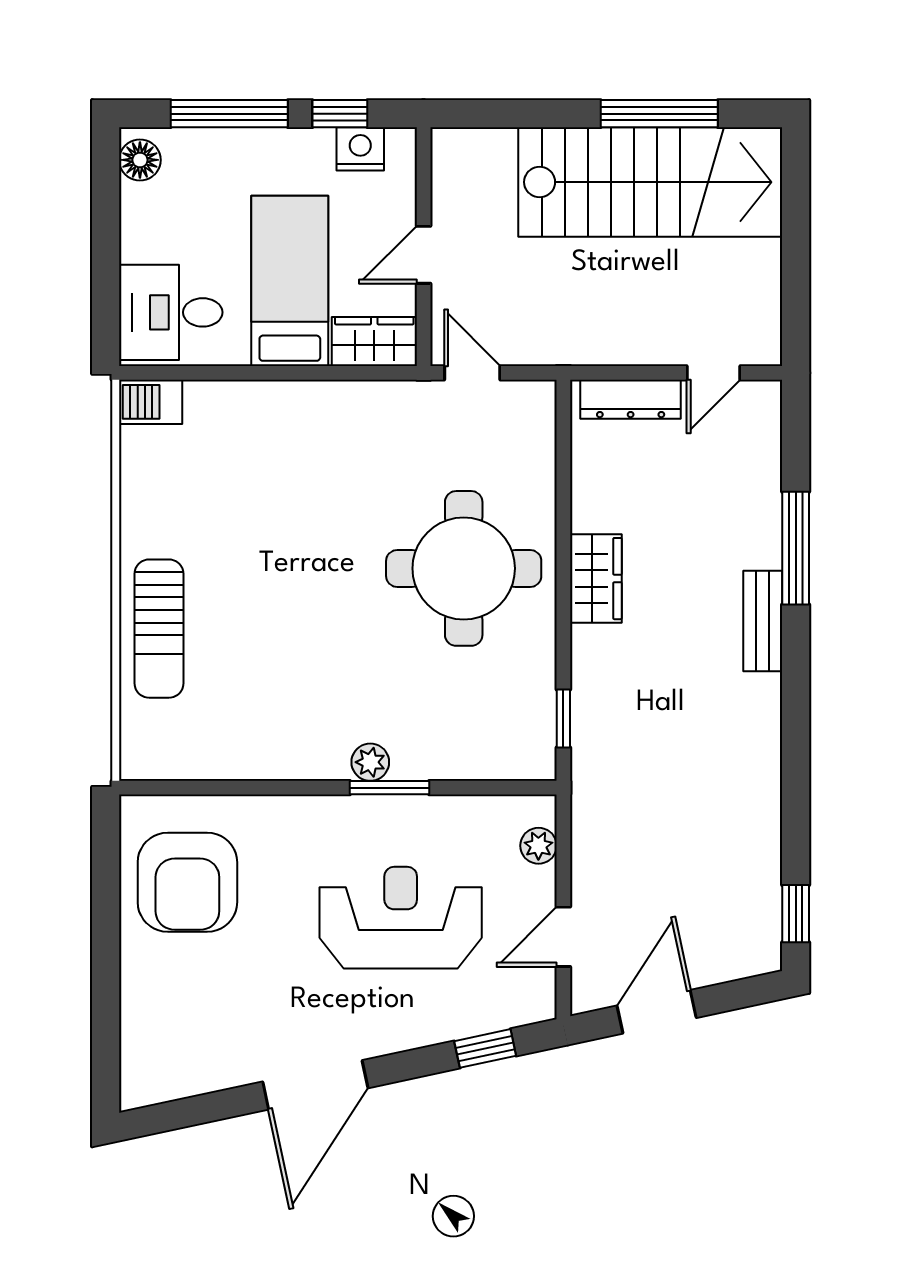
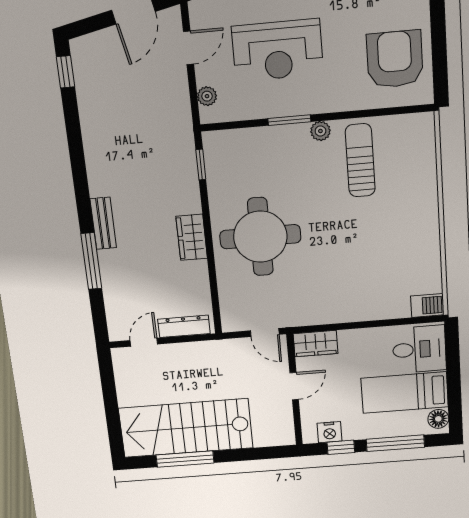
bed: (290, 281) -> (405, 393), moved, turned 90
sun lounger: (159, 629) -> (360, 160), moved
plant: (370, 762) -> (320, 131), moved

